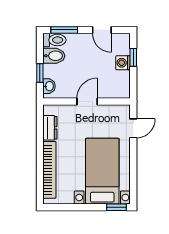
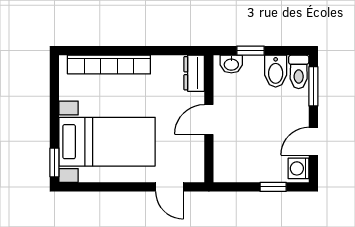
washing machine: (123, 63) -> (299, 168), moved, turned -90
door: (87, 101) -> (209, 119), swing flipped
dresser: (50, 128) -> (194, 73), moved, turned 90

